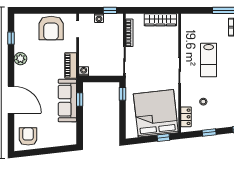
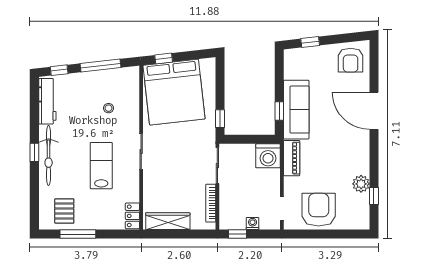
plant: (20, 59) -> (361, 184), moved
washing machine: (84, 71) -> (268, 156), width x1.89, depth x1.89
locker: (186, 117) -> (132, 216), moved
window: (209, 132) -> (100, 66), width x2.17
window: (57, 150) -> (310, 42), added

